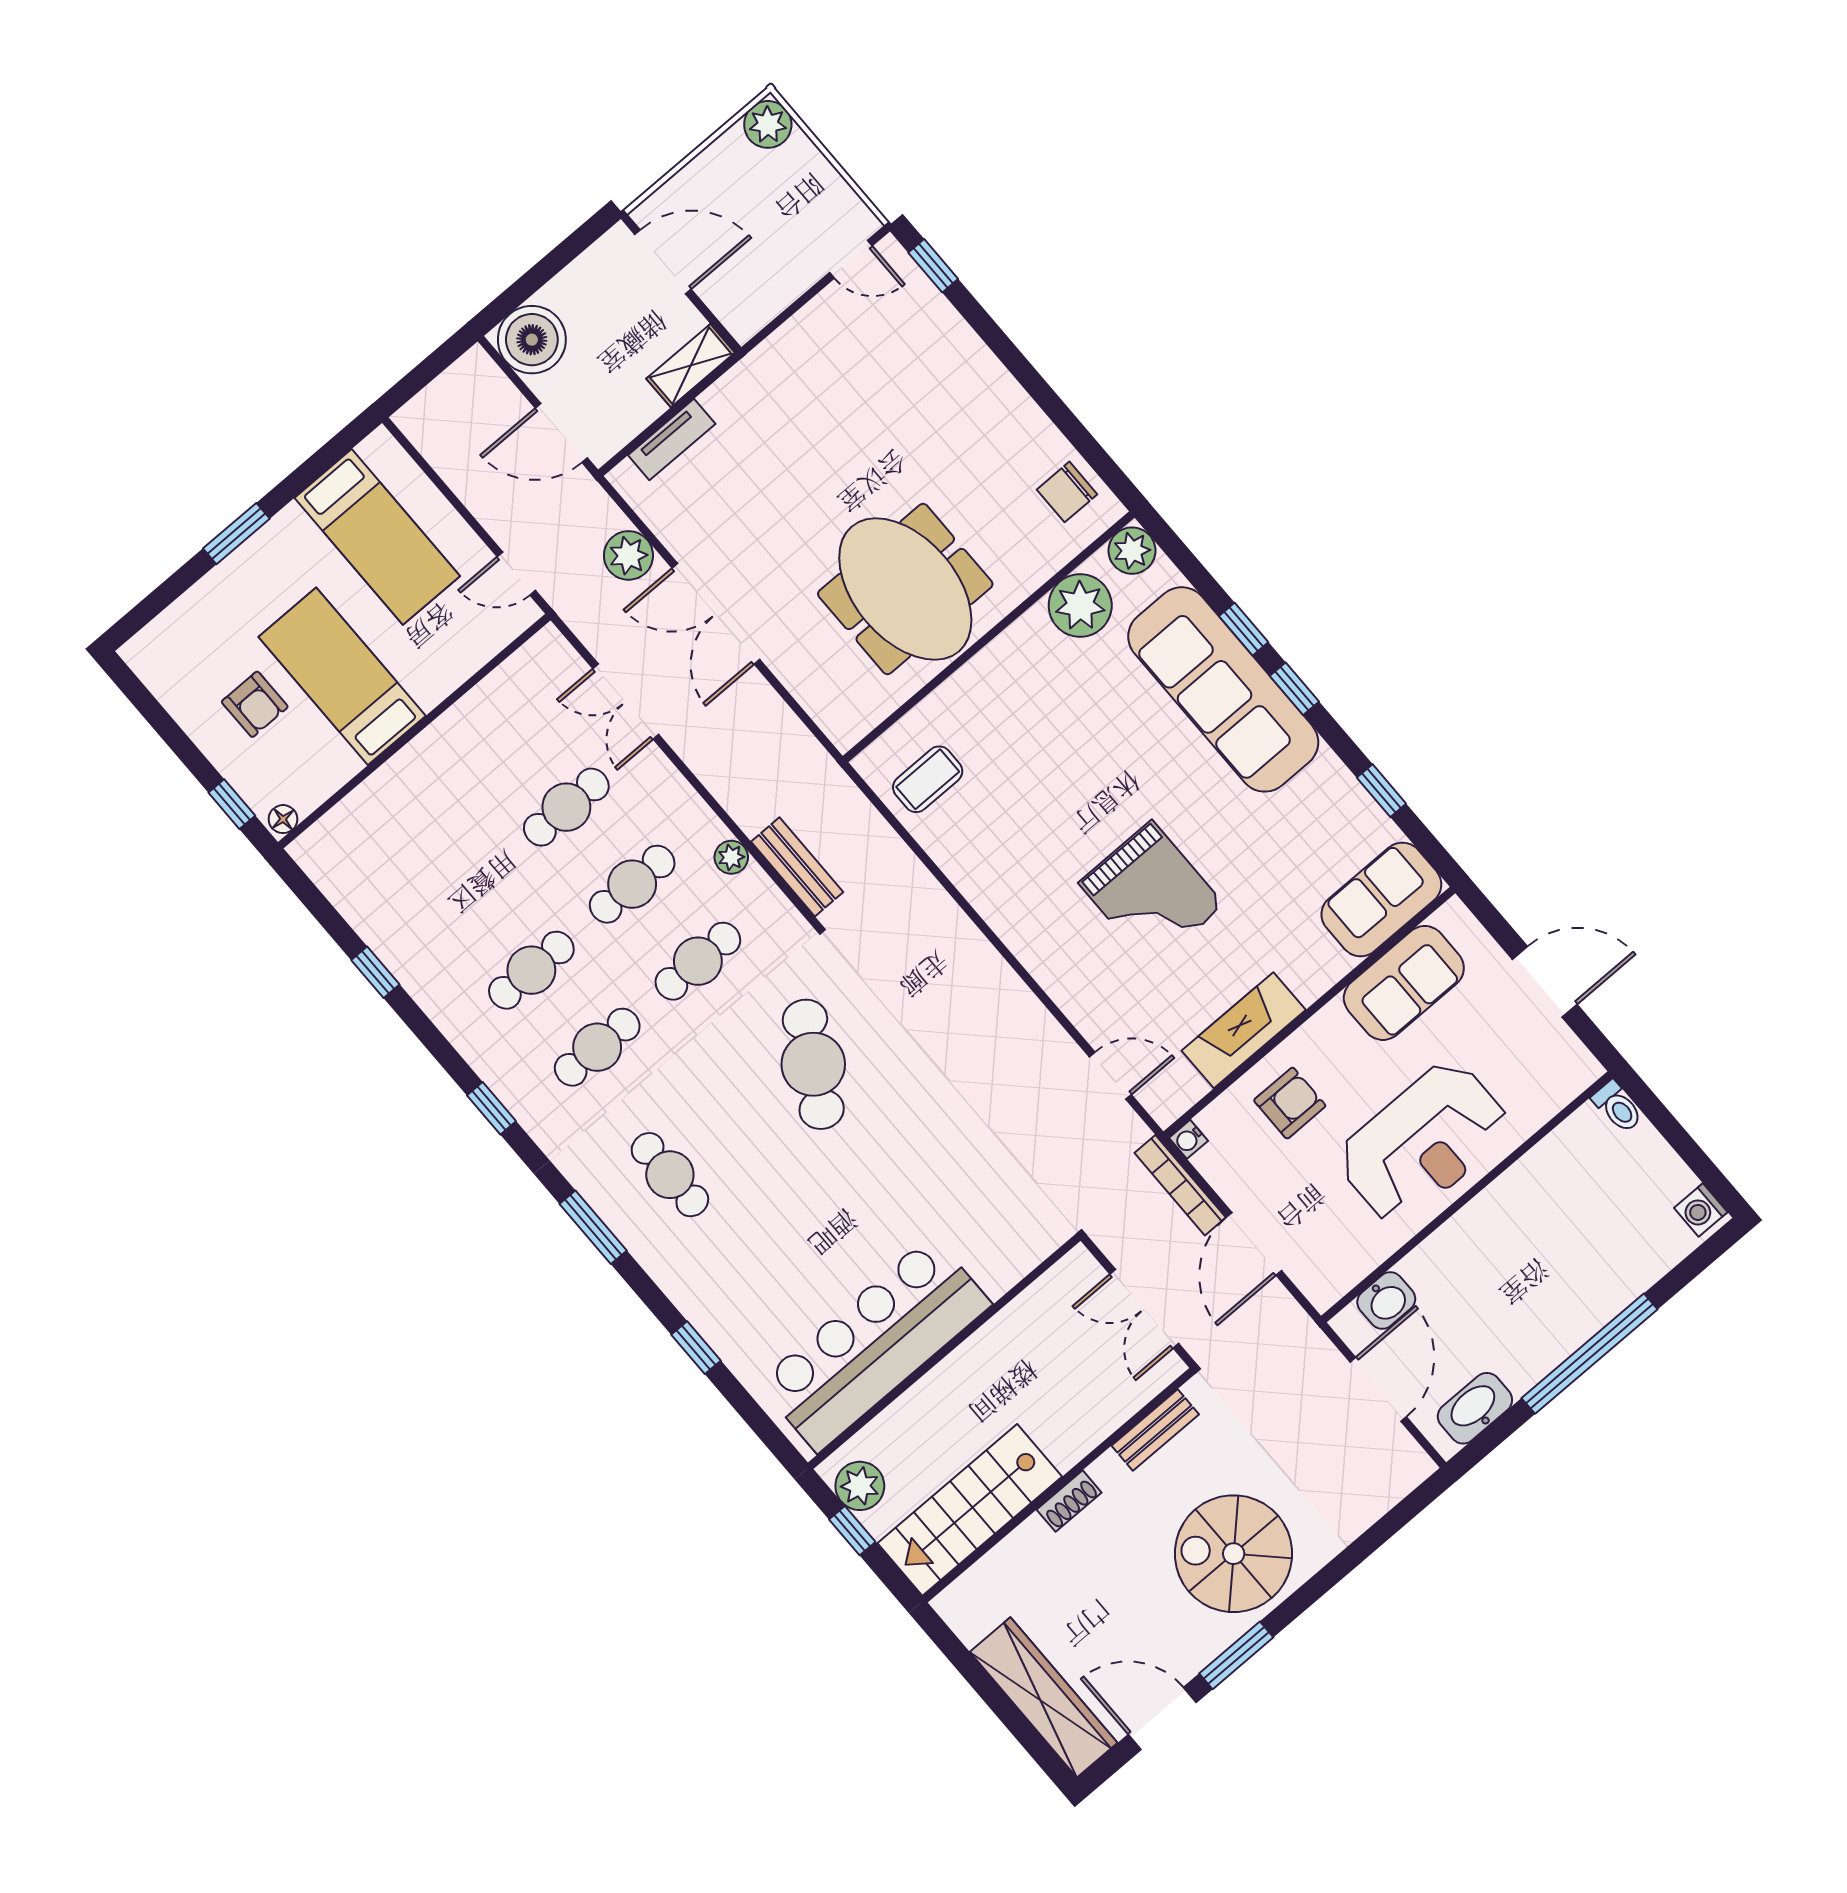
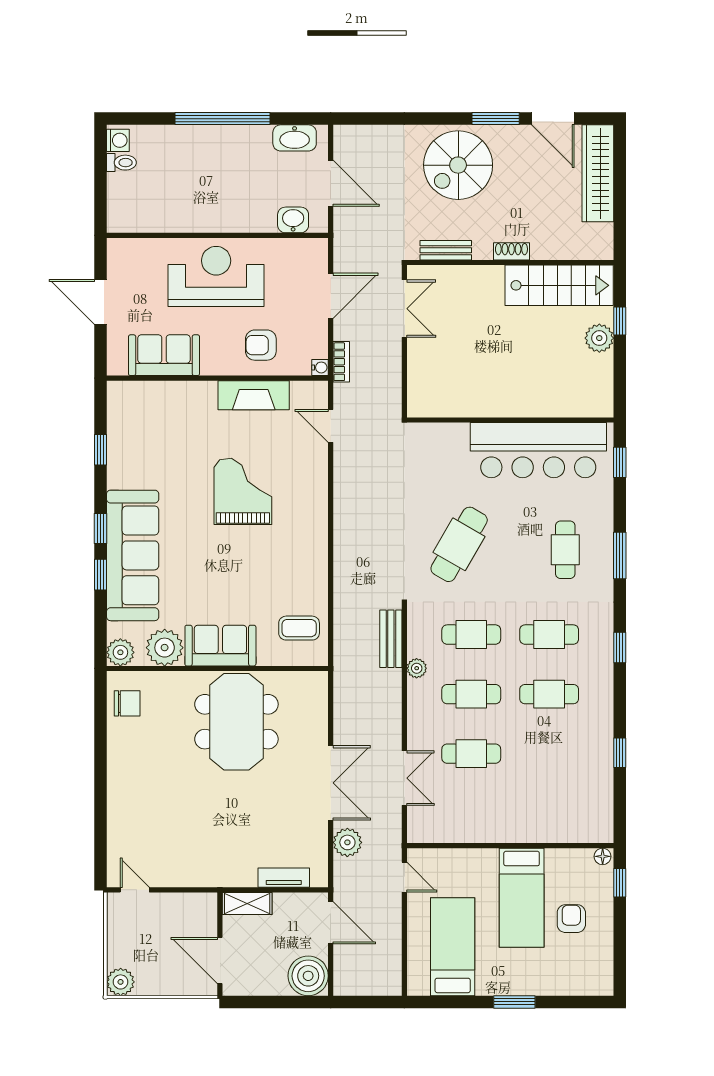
window: (933, 266) -> (101, 856), removed
sofa: (1381, 899) -> (220, 646), moved, turned 180
toilet: (1618, 1107) -> (121, 163), moved, turned 90
bookcase: (1180, 1185) -> (341, 362), width x0.64
bar counter: (875, 1344) -> (538, 450), moved
wall: (944, 1352) -> (510, 420), moved
door: (1378, 1389) -> (331, 183), swing flipped
spiral stairs: (1234, 1554) -> (458, 165), turned 90

